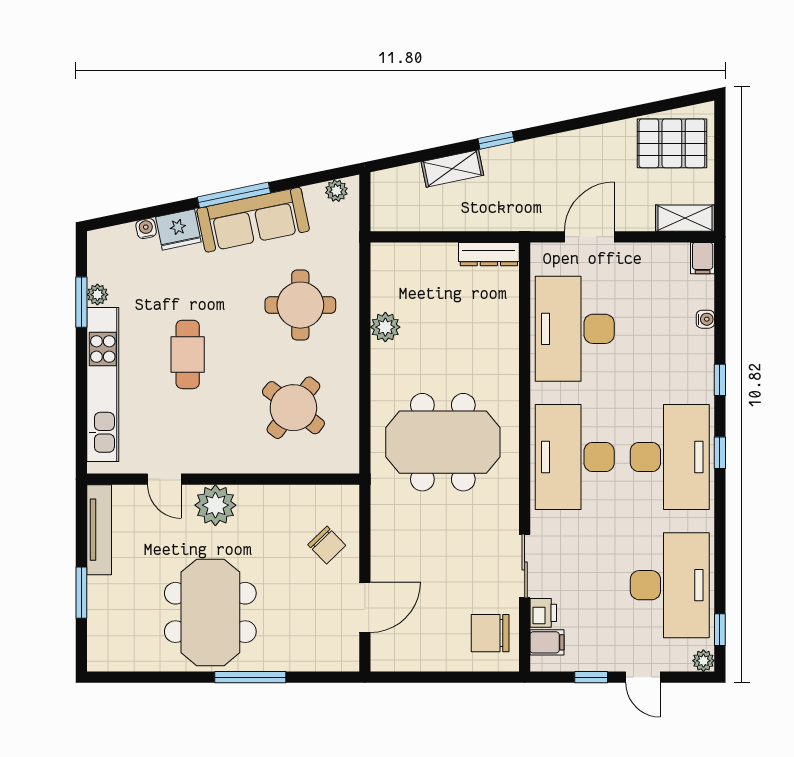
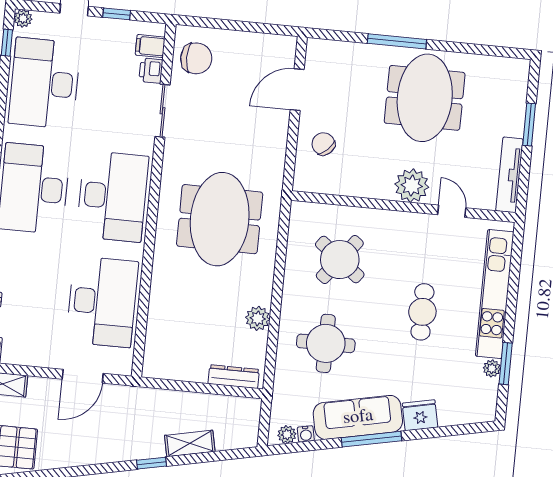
water cooler: (146, 229) -> (306, 434), moved
dresser: (489, 254) -> (234, 377), moved
meeting table: (443, 442) -> (220, 219), turned 90

